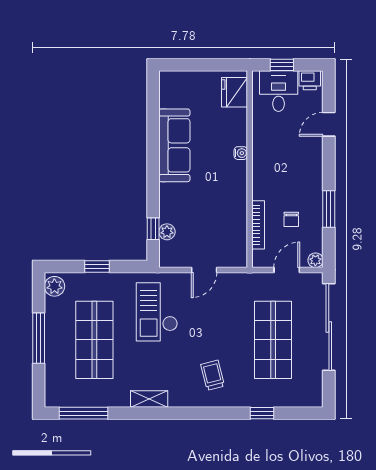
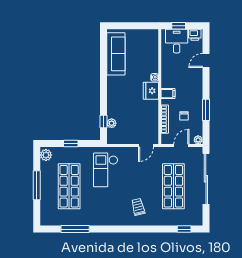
fridge: (235, 92) -> (151, 91), moved
sofa: (174, 145) -> (116, 54), moved
filing cabinet: (264, 181) -> (168, 94), added
door: (204, 270) -> (146, 146), moved
shelving: (149, 399) -> (101, 221), removed
window: (83, 413) -> (75, 229), moved
window: (262, 413) -> (184, 229), moved

